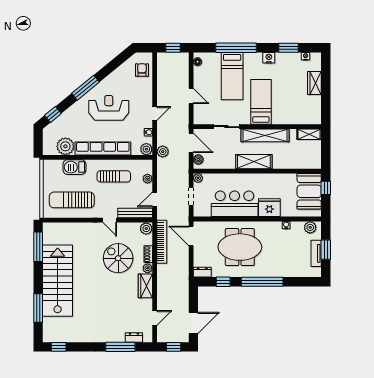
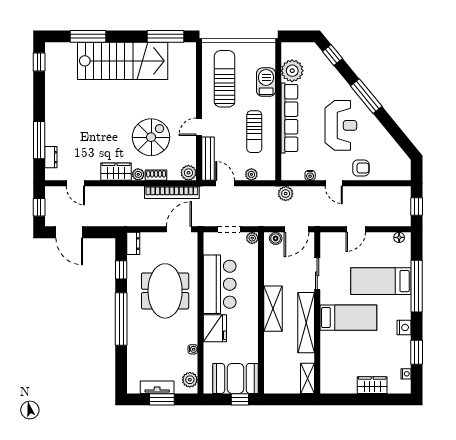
armchair: (142, 70) -> (361, 168), moved
plant: (146, 149) -> (289, 173), removed

